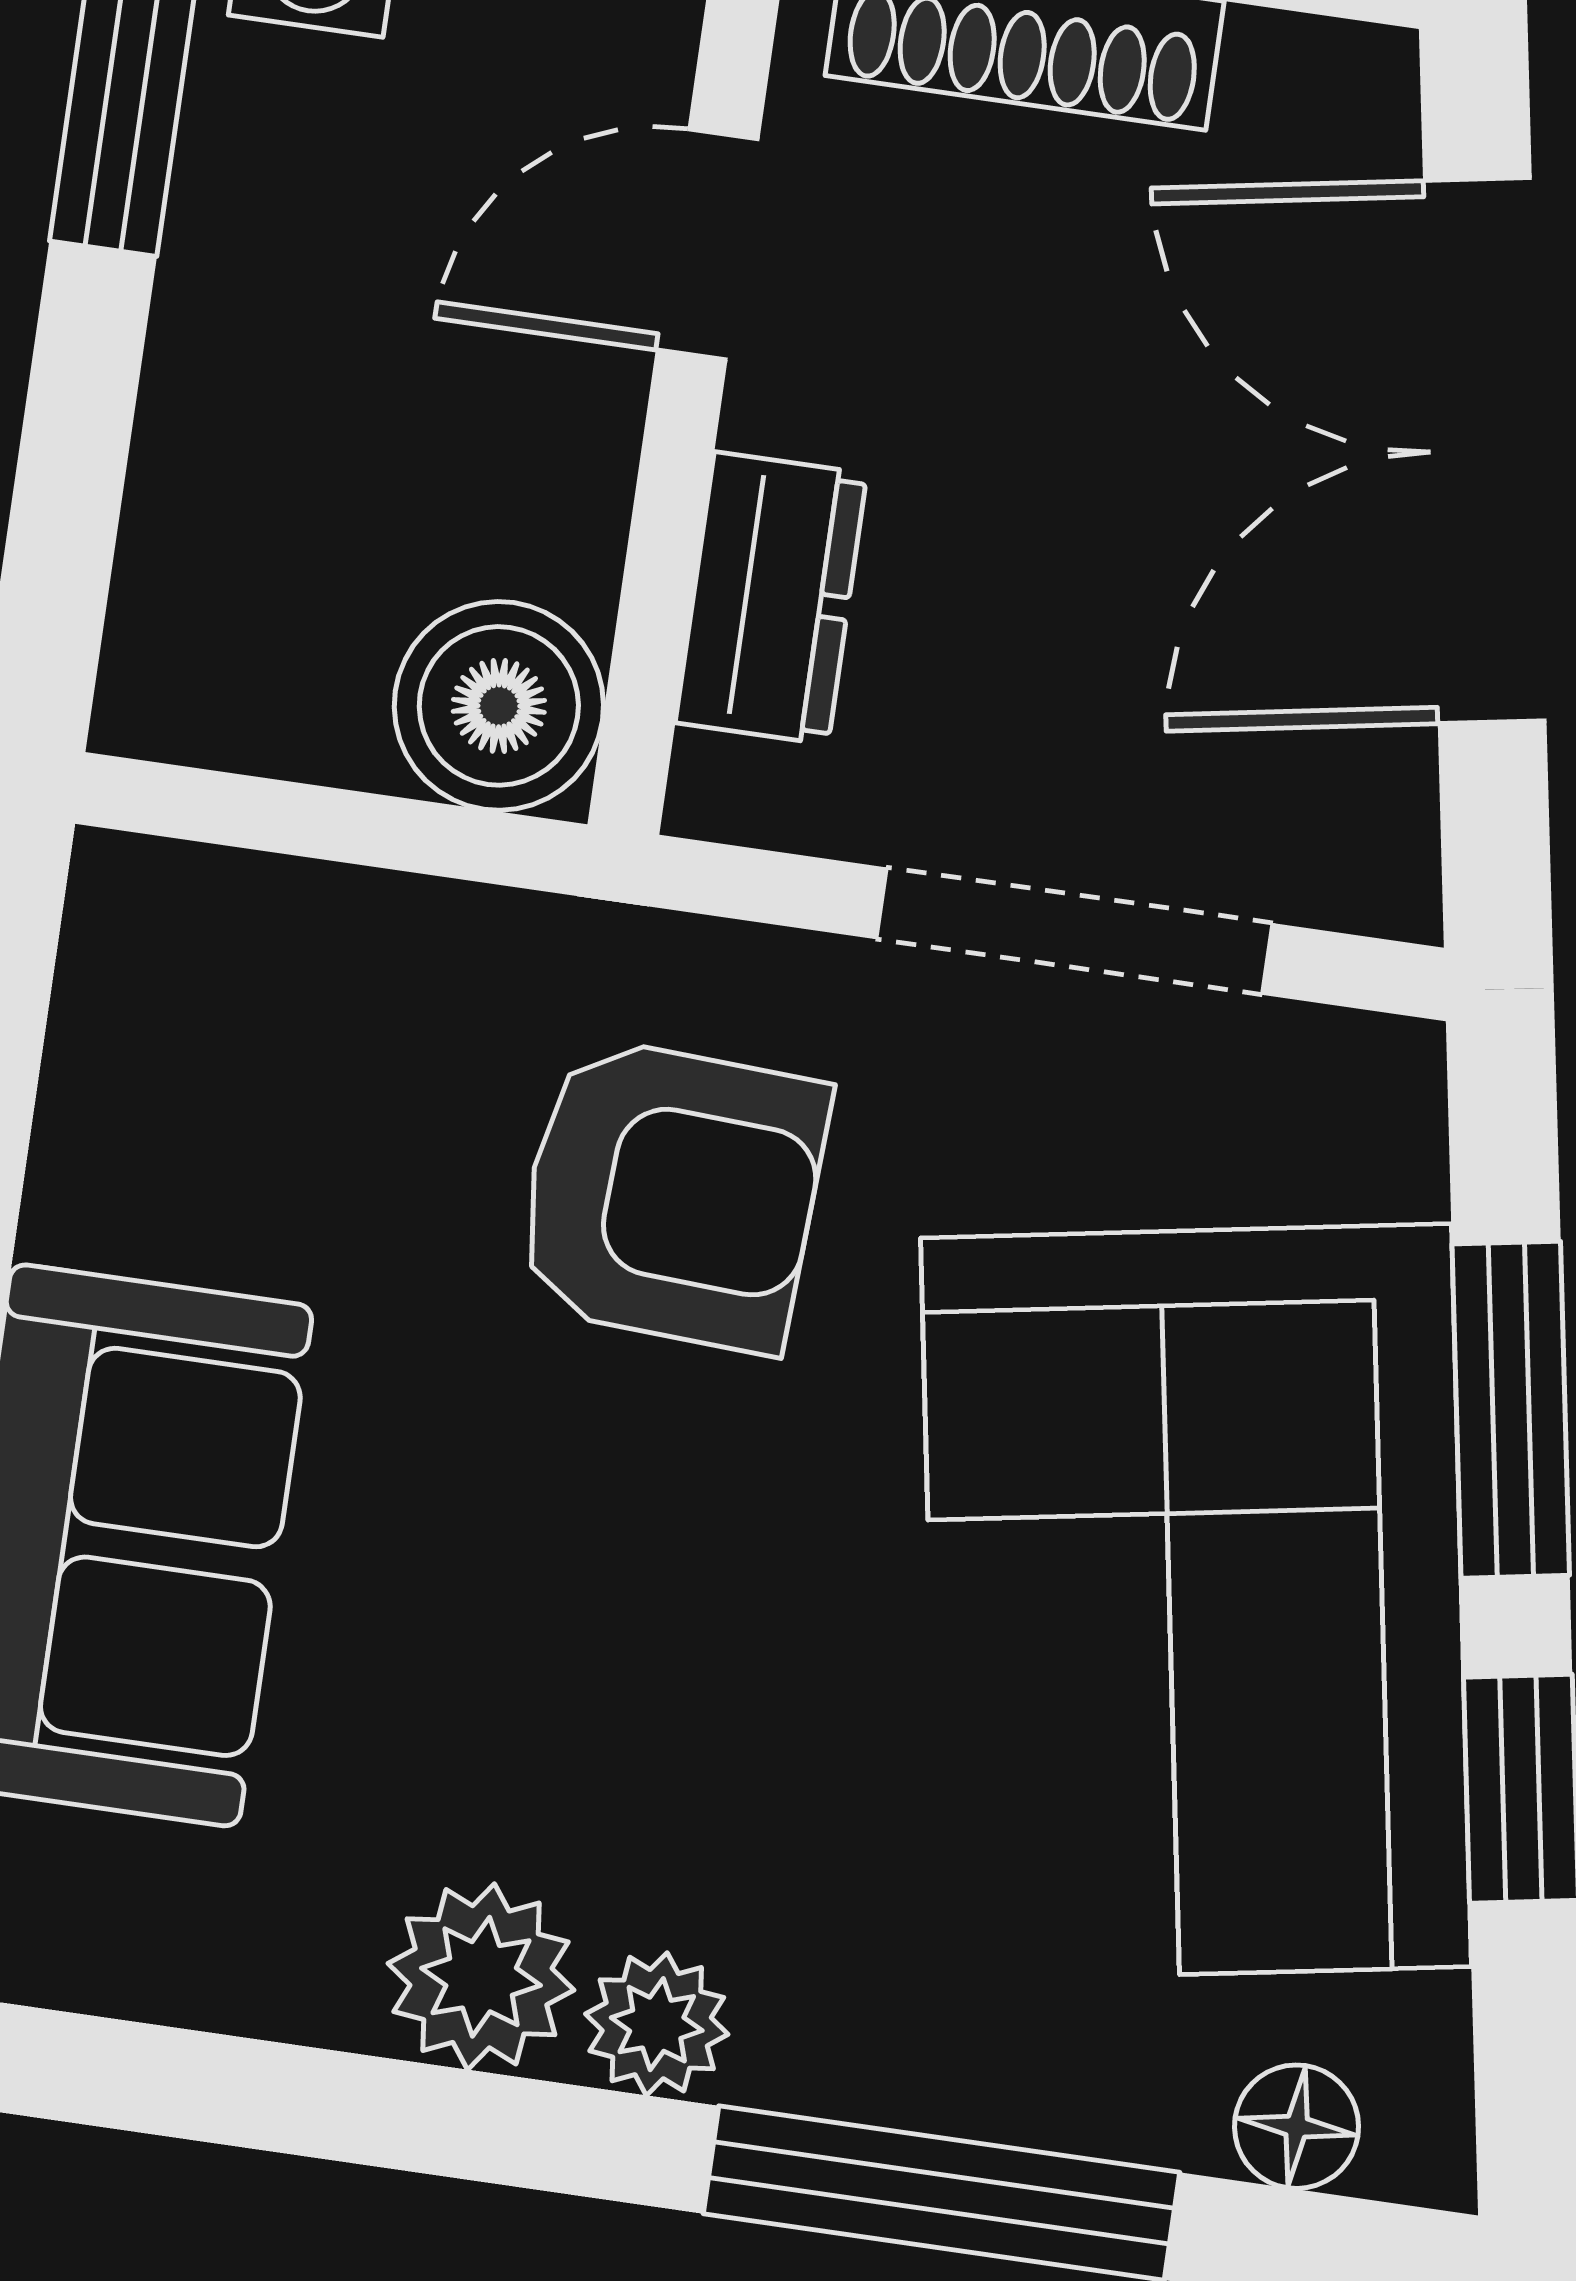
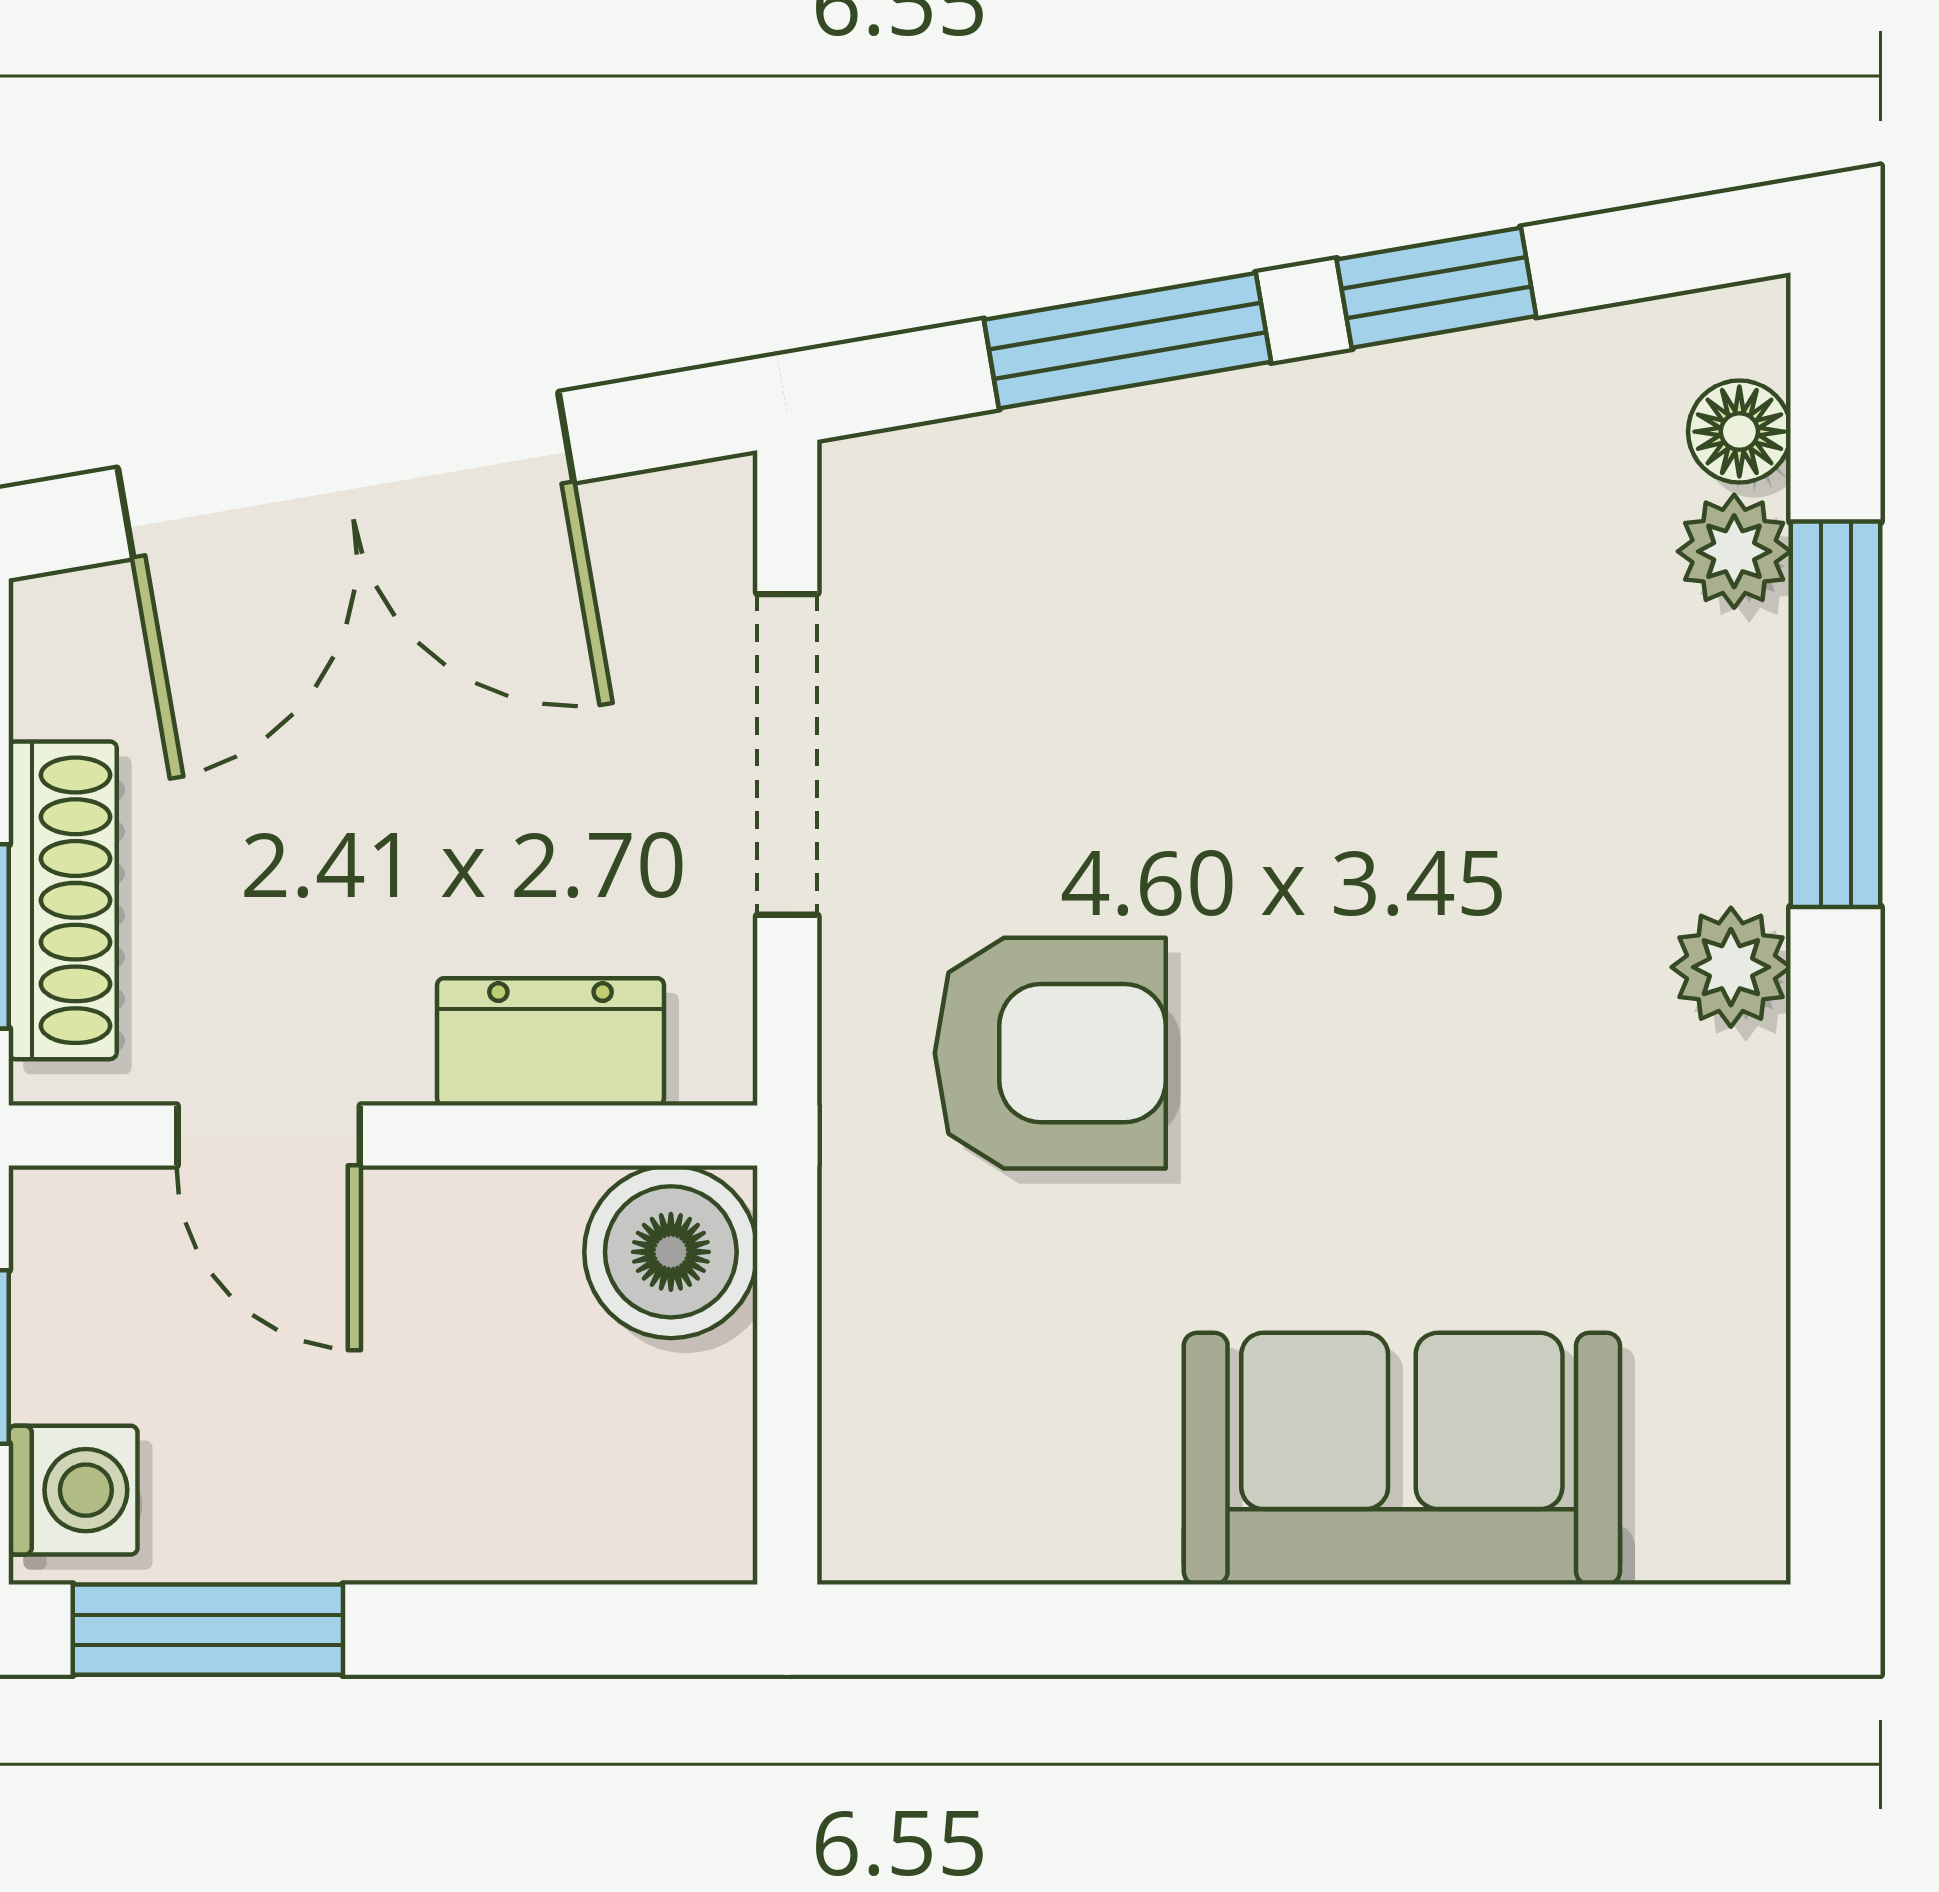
armchair: (671, 1194) -> (1050, 1053), turned 87
corner sofa: (1196, 1602) -> (1322, 576), removed
plant: (481, 1977) -> (1734, 551), moved, width x0.73, depth x0.73

